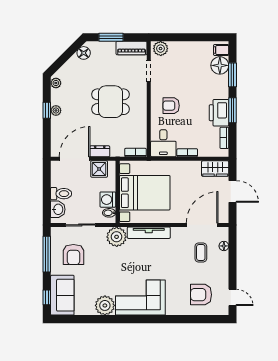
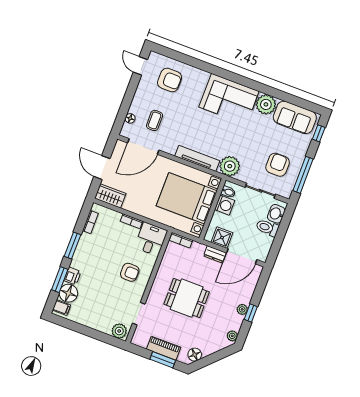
piano: (132, 48) -> (164, 348), moved
printer: (219, 113) -> (72, 276), moved, width x0.53, depth x0.68
sofa: (62, 295) -> (295, 117), moved, turned -90

